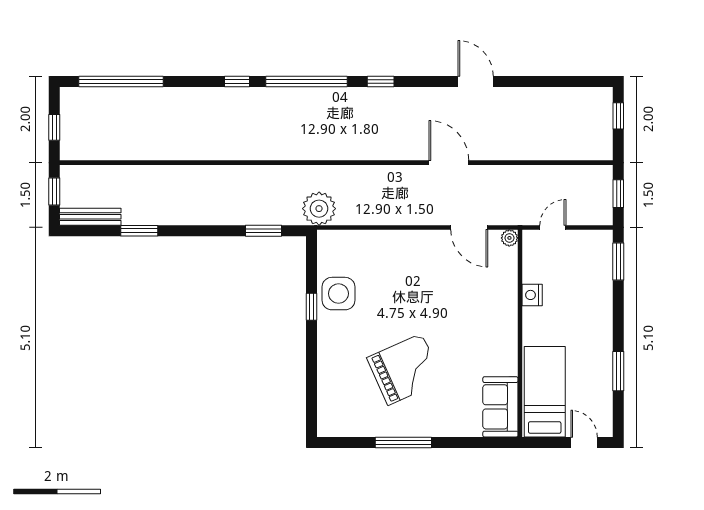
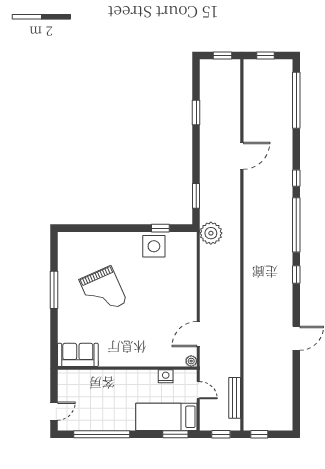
window: (618, 116) -> (259, 434), moved
door: (449, 163) -> (242, 156), moved
bench: (90, 217) -> (235, 398), moved
nightstand: (532, 295) -> (166, 376), moved
window: (311, 307) -> (160, 228), moved
window: (618, 371) -> (102, 434), width x2.11
bed: (545, 392) -> (166, 417), moved, turned 180

